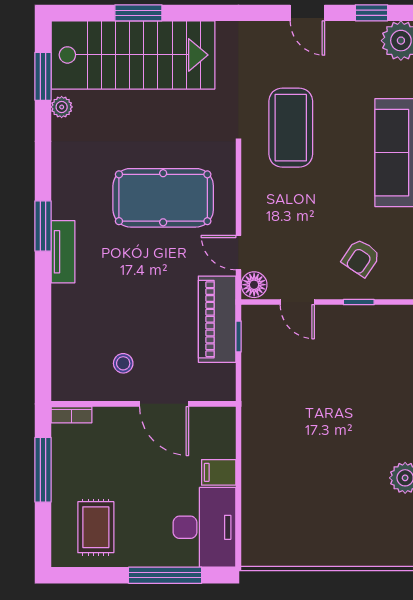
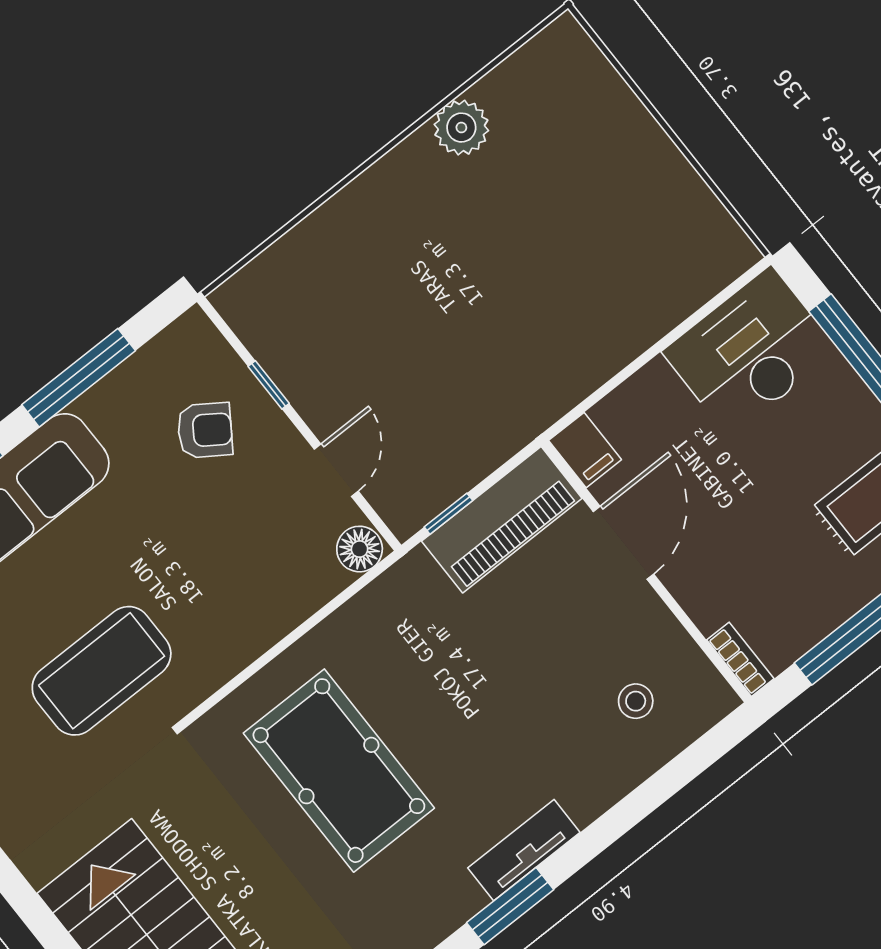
door: (238, 253) -> (332, 606), removed
piano: (217, 319) -> (502, 520), moved
stool: (123, 363) -> (636, 701), moved
filing cabinet: (219, 472) -> (585, 450), moved

